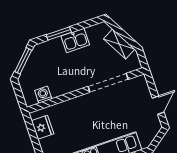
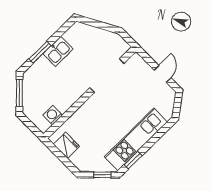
shelving: (119, 44) -> (100, 35), removed

